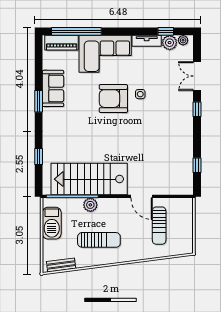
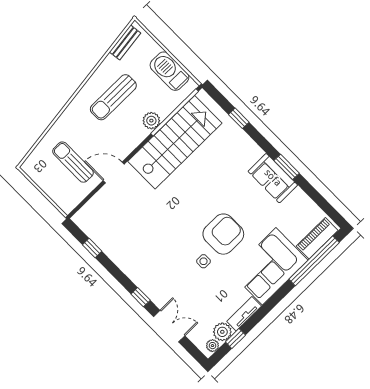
sofa: (53, 88) -> (273, 178), moved

